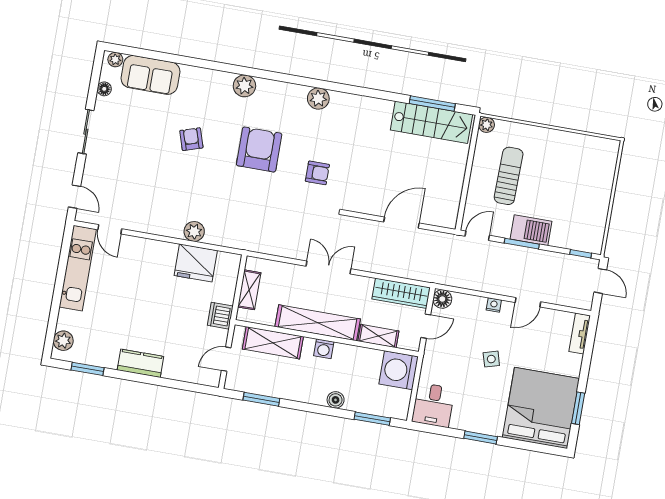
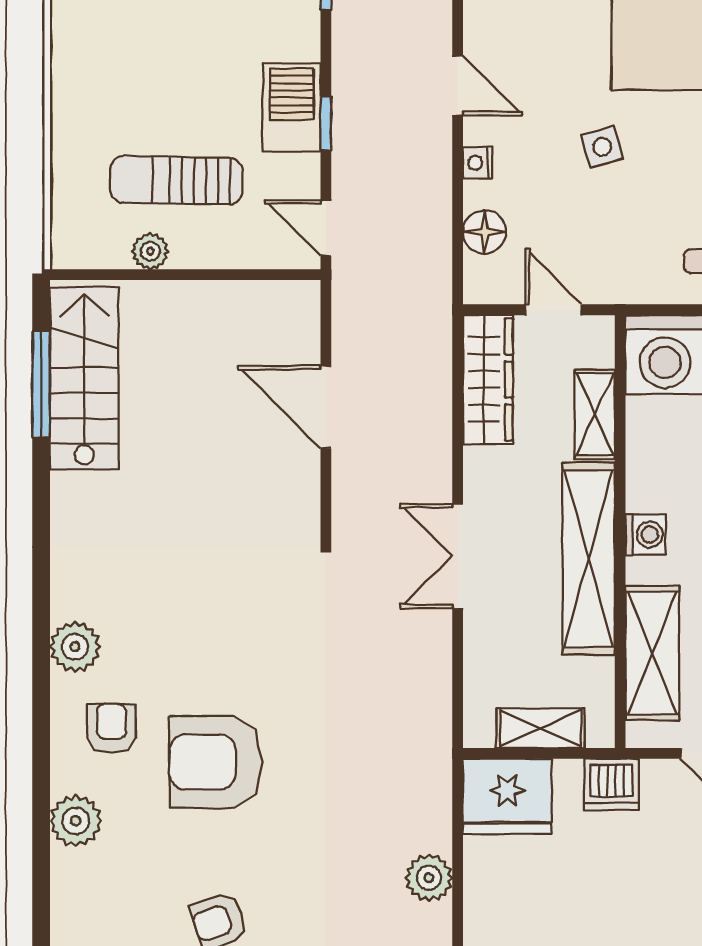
plant: (487, 125) -> (150, 251), moved
armchair: (317, 173) -> (112, 728), moved
window: (522, 244) -> (326, 123), width x0.67
fridge: (196, 263) -> (507, 796), moved, turned 90
floor lamp: (442, 299) -> (485, 232), moved

